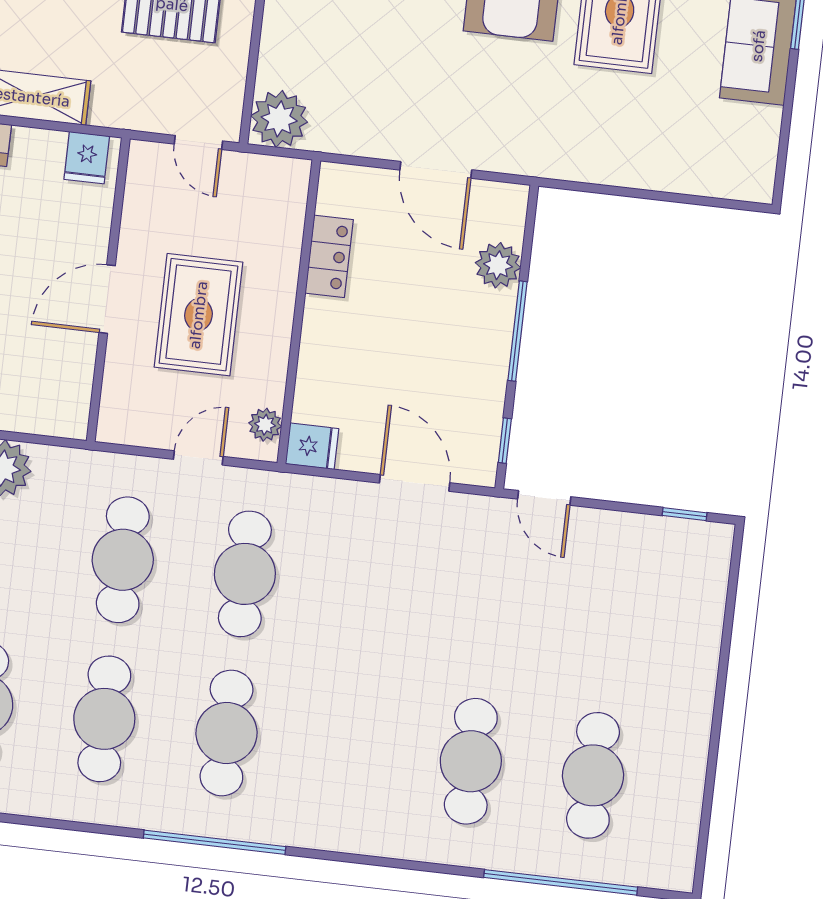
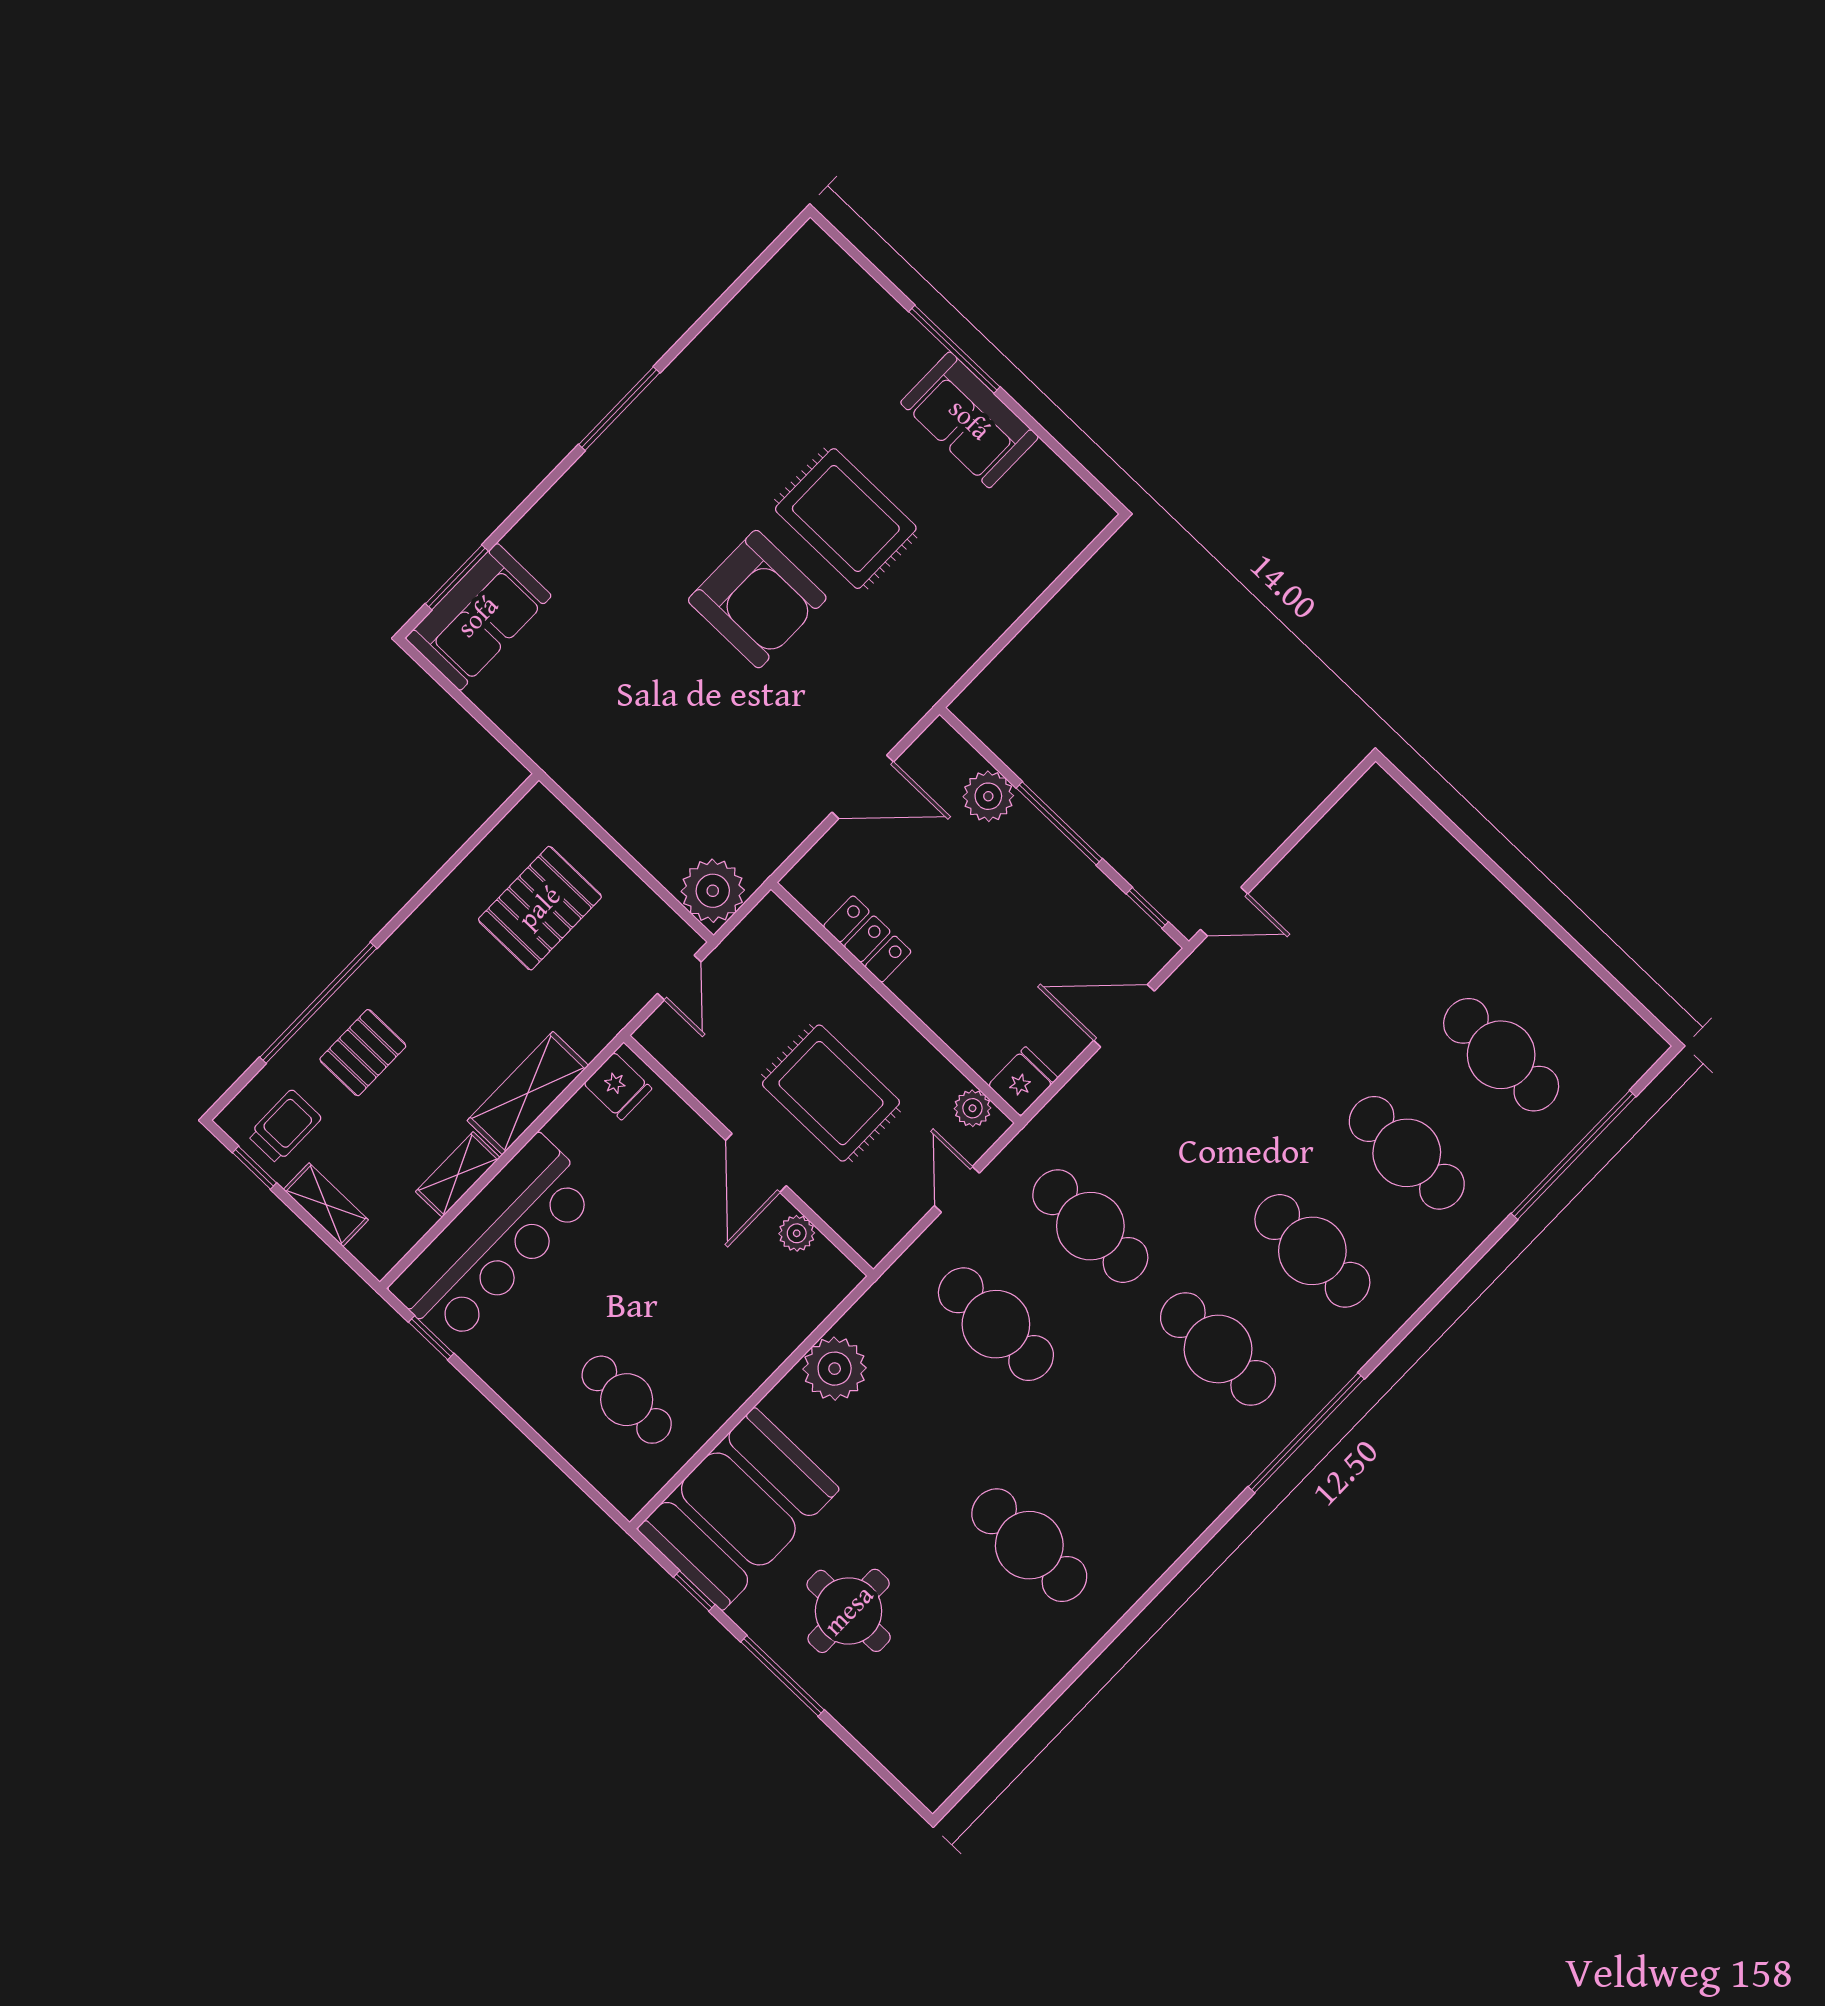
door: (198, 142) -> (679, 978), hinge flipped
plant: (79, 367) -> (797, 1233), added
window: (685, 514) -> (1333, 799), removed
cafe table: (104, 719) -> (1312, 1251), moved

